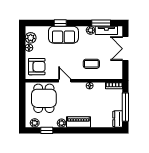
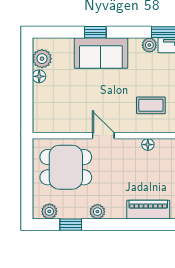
armchair: (37, 67) -> (53, 110), removed
dining table: (44, 98) -> (66, 167), turned 90
piano: (78, 122) -> (148, 210), moved

